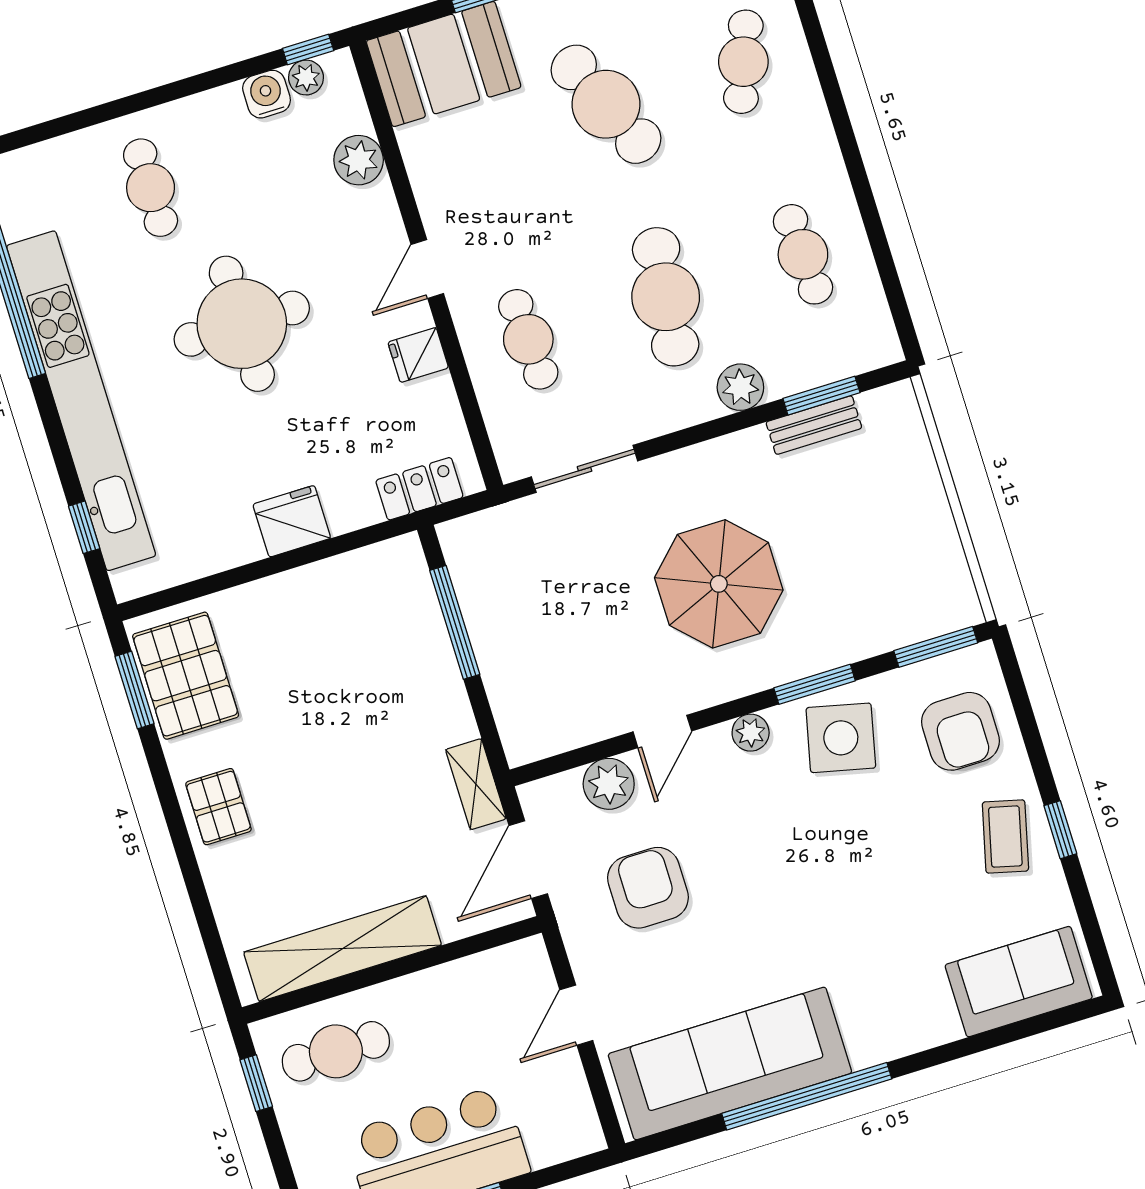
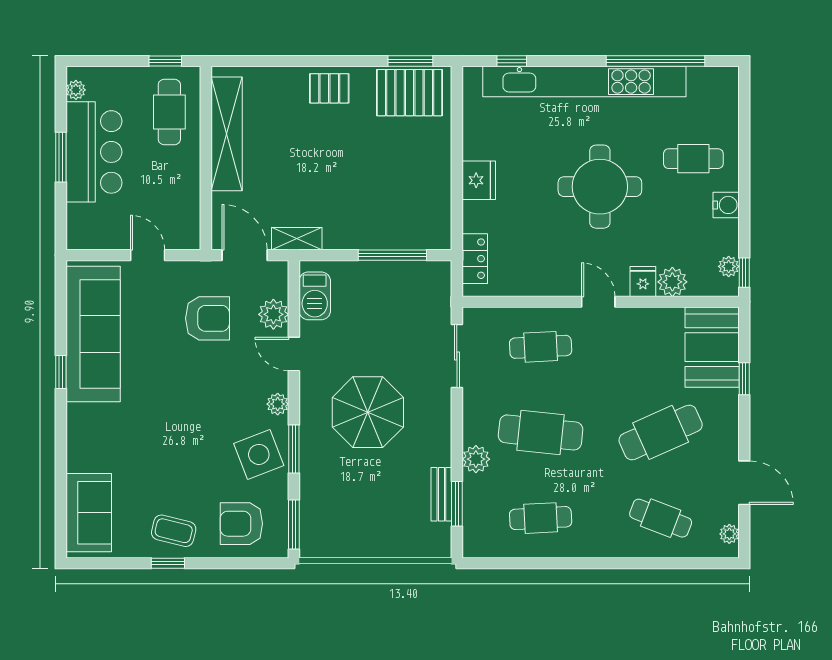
water cooler: (267, 94) -> (726, 205), moved
fridge: (418, 355) -> (643, 281), moved
barbecue: (559, 727) -> (315, 296), added
side table: (841, 738) -> (259, 454), turned -34
window: (807, 1096) -> (61, 372), width x0.32

